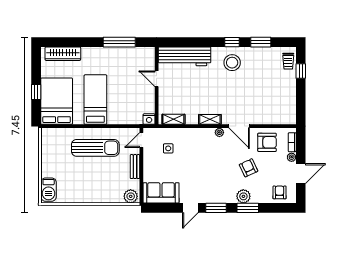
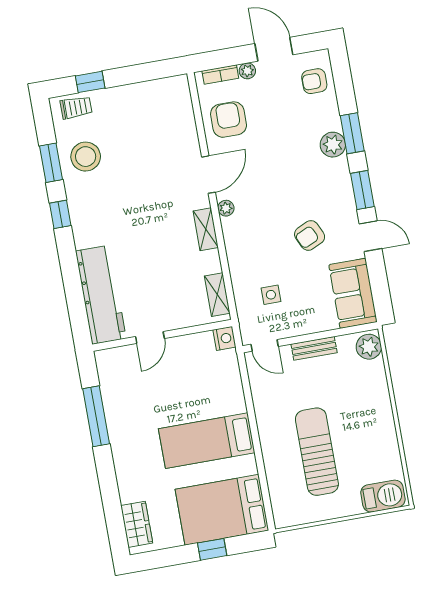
wardrobe: (63, 54) -> (137, 524), width x0.67
stool: (232, 63) -> (86, 157), moved
sun lounger: (95, 148) -> (317, 452), moved
armchair: (249, 168) -> (310, 235), moved

